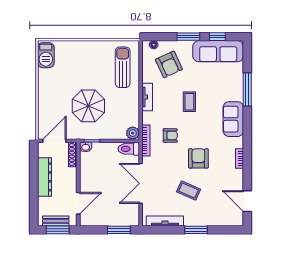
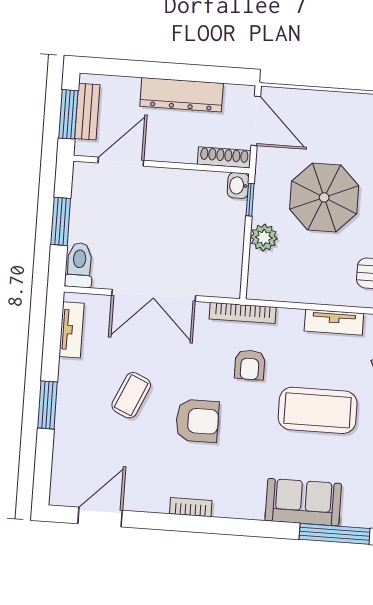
coffee table: (189, 102) -> (318, 410), width x1.86, depth x1.72
sofa: (233, 119) -> (303, 502), moved
plant: (133, 133) -> (264, 238), moved
toilet: (129, 149) -> (79, 265), moved
double door: (141, 183) -> (154, 295), swing flipped
door: (78, 203) -> (121, 162), swing flipped
tv unit: (165, 221) -> (72, 330), width x0.71
window: (119, 230) -> (61, 221), moved

